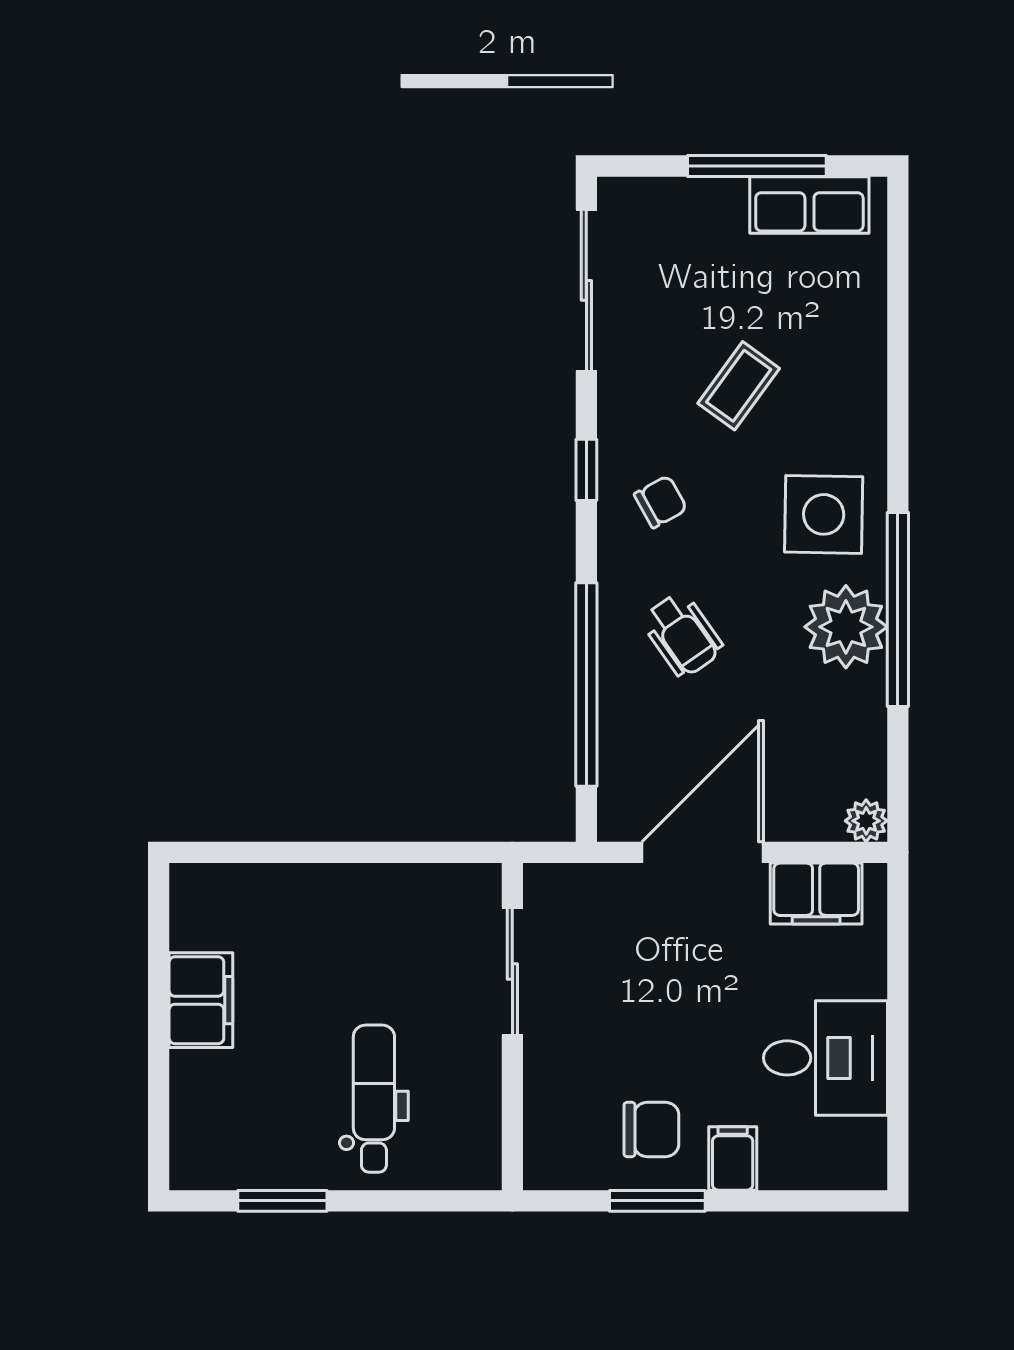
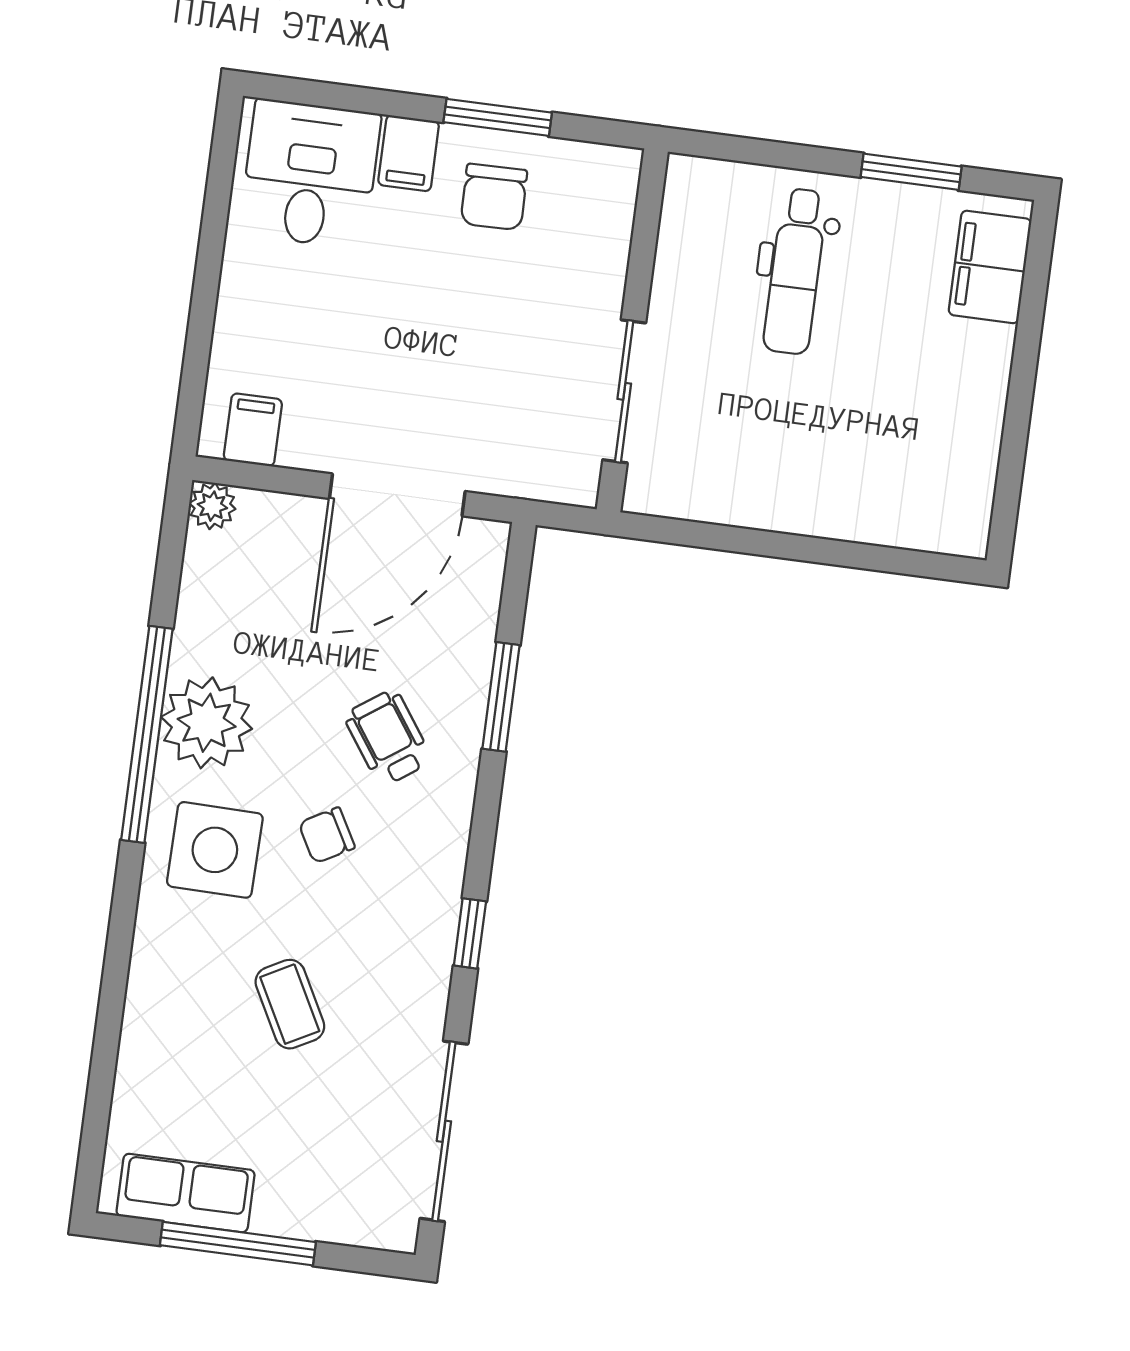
coffee table: (739, 386) -> (290, 1004), turned -64
chair: (661, 502) -> (327, 835), moved
window: (586, 684) -> (501, 697), width x0.47
filing cabinet: (816, 894) -> (253, 430), width x0.50
filing cabinet: (201, 1000) -> (990, 267), moved
desk: (825, 1058) -> (310, 174), moved, turned 90
chair: (651, 1129) -> (494, 197), turned -91

